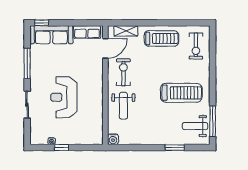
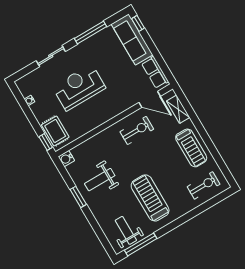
exercise bike: (196, 46) -> (204, 185), turned 180
treadmill: (181, 93) -> (150, 198), turned 180
weight bench: (123, 106) -> (100, 180), moved
rug: (87, 135) -> (55, 131), added
window: (62, 148) -> (46, 142), moved
window: (175, 148) -> (78, 197), moved

